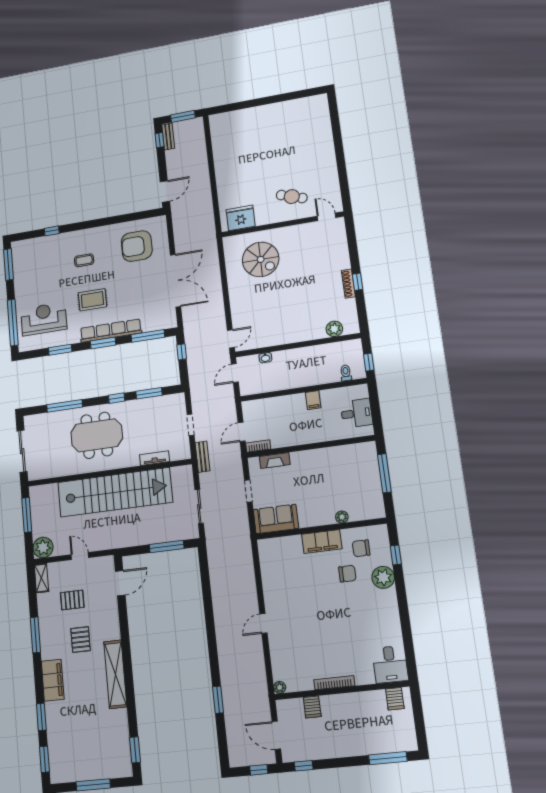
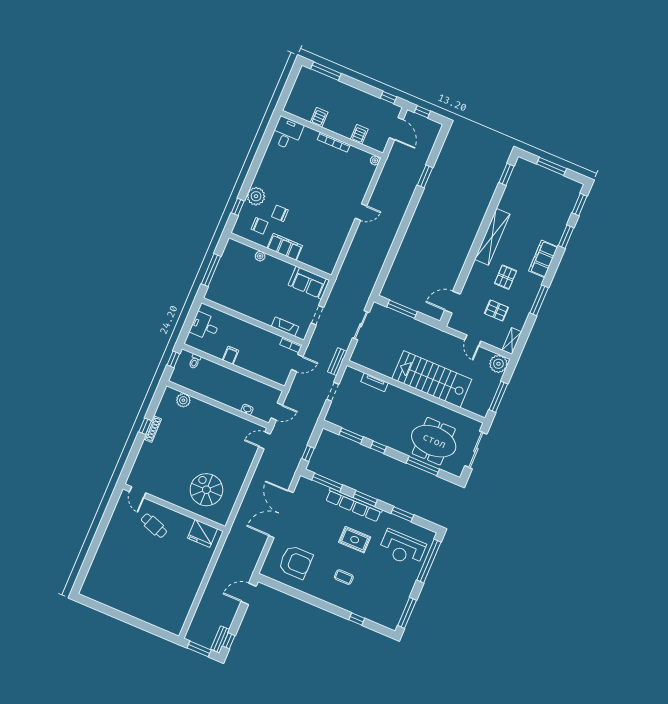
meeting table: (97, 435) -> (434, 441), moved
stairs: (115, 492) -> (432, 379), width x0.73
server rack: (395, 699) -> (319, 117), moved

